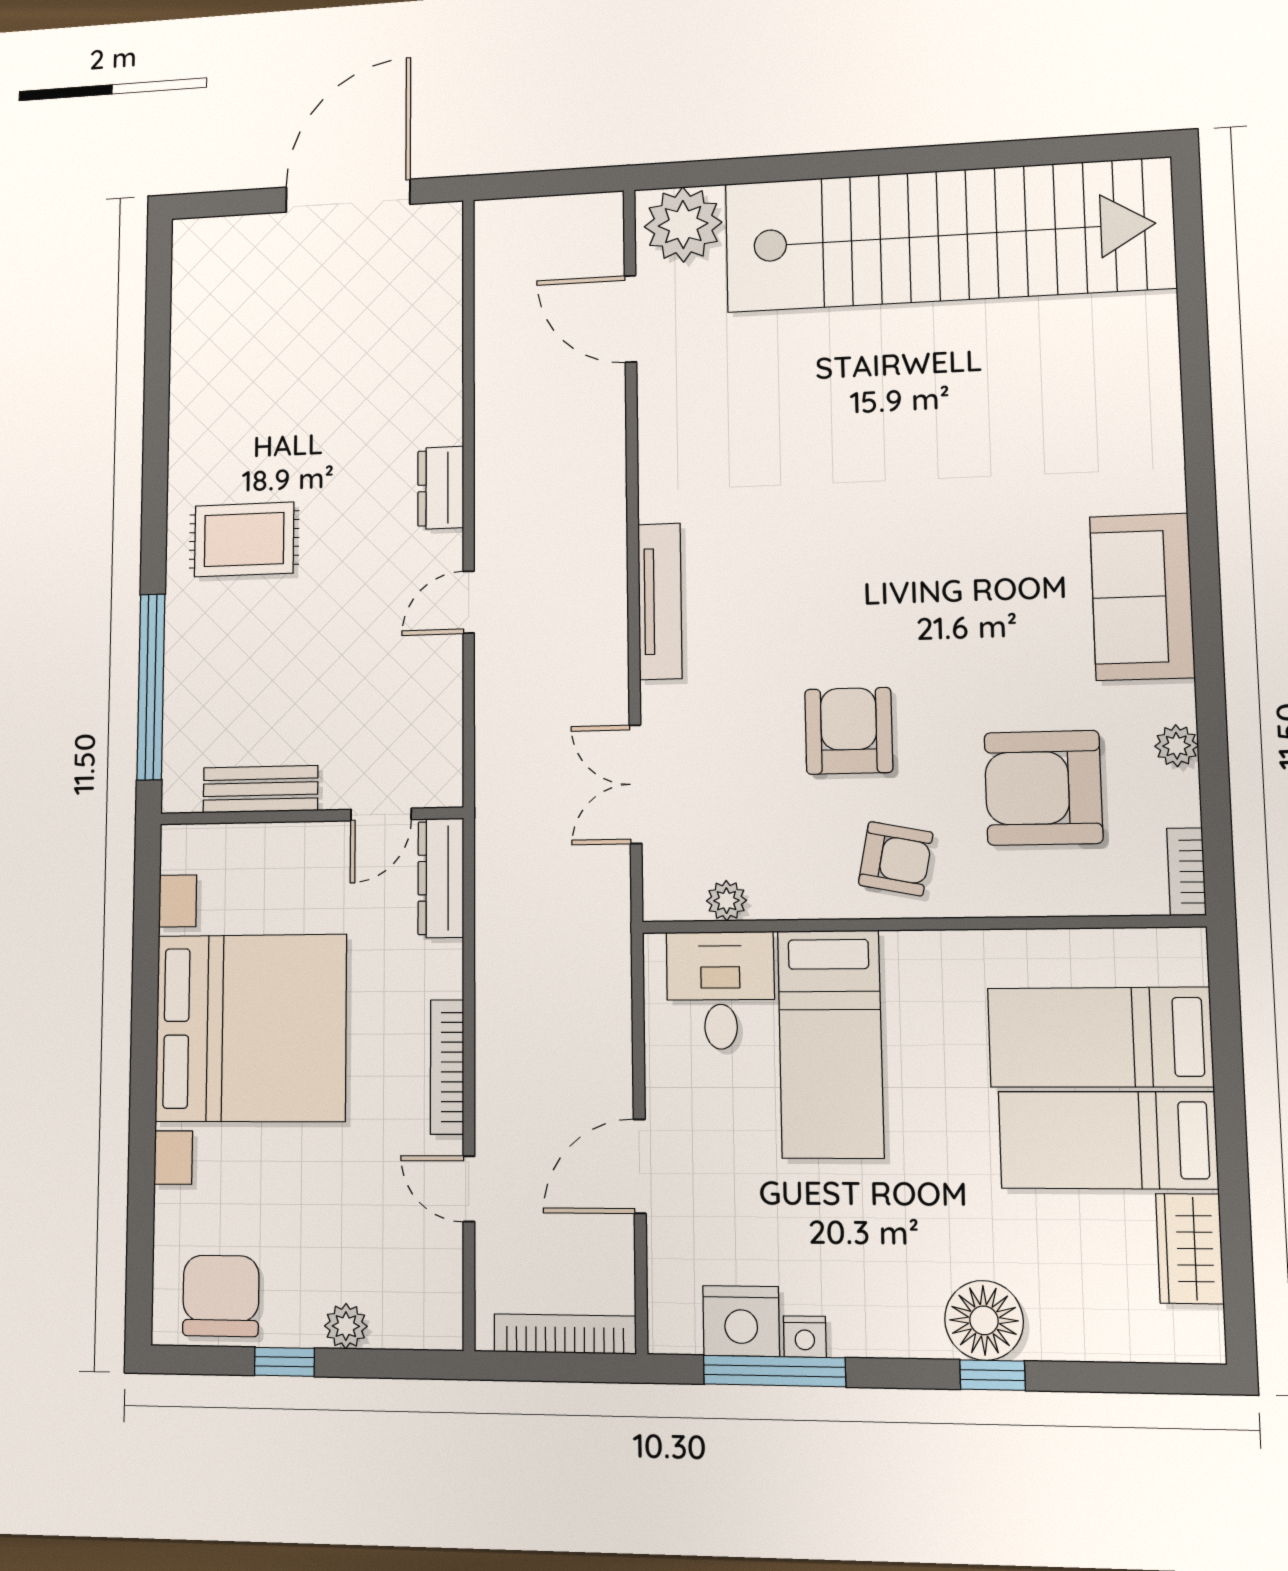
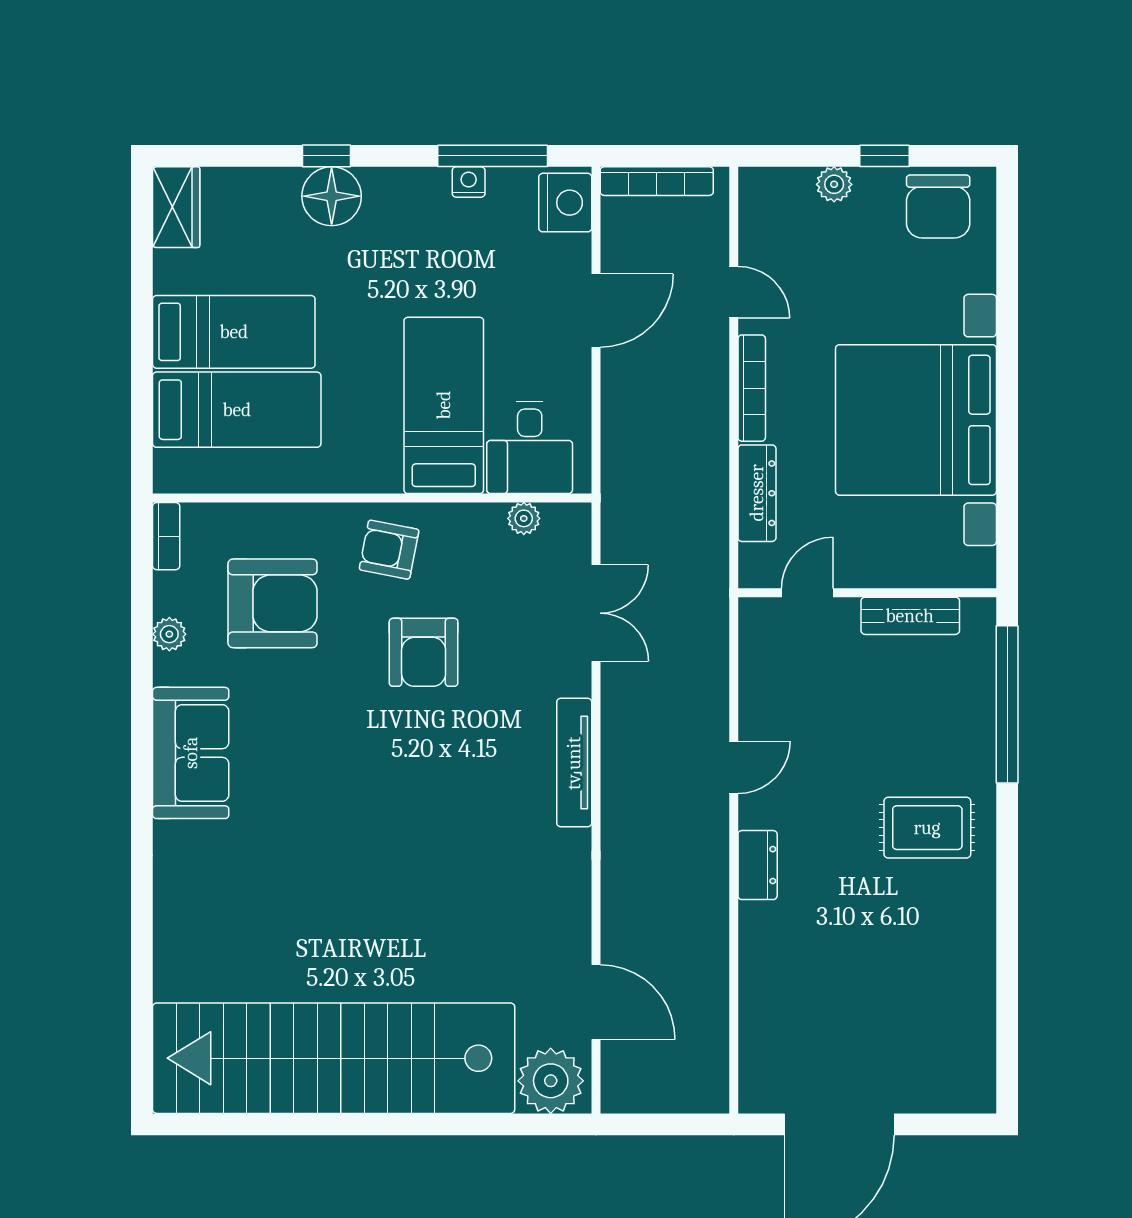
dresser: (441, 878) -> (757, 493), moved
wardrobe: (1190, 1249) -> (176, 207), moved
nightstand: (741, 1321) -> (565, 203), moved, turned 90

